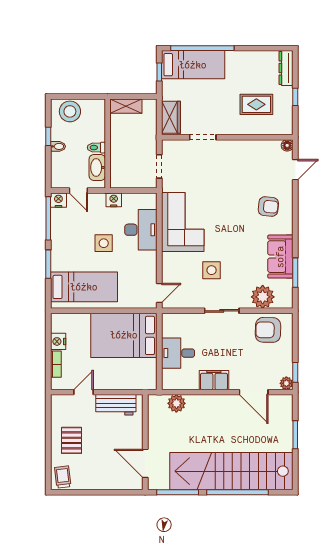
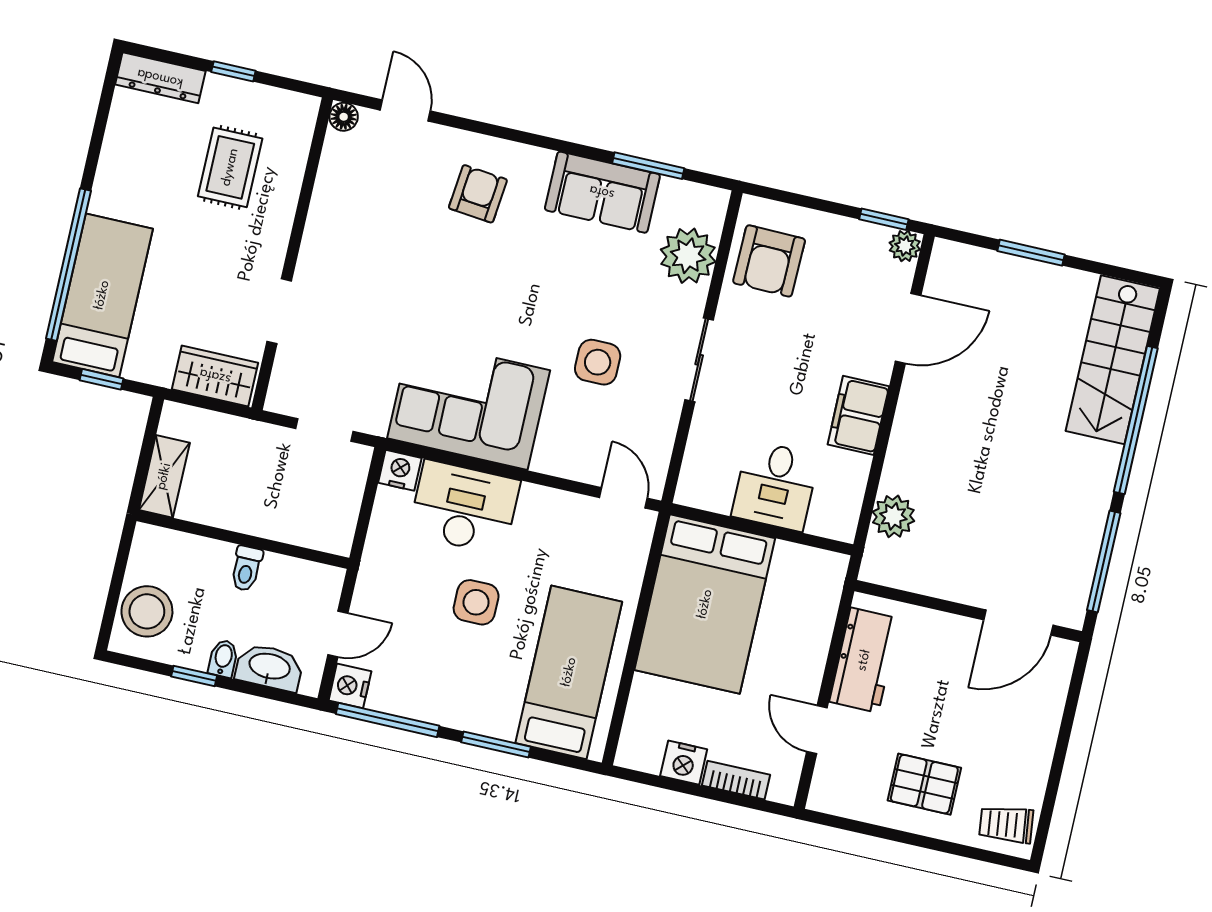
washbasin: (97, 167) -> (269, 667), moved, turned 180
nightstand: (114, 200) -> (400, 470), moved, turned 90
stairs: (231, 471) -> (1113, 360), width x0.54, depth x0.66

